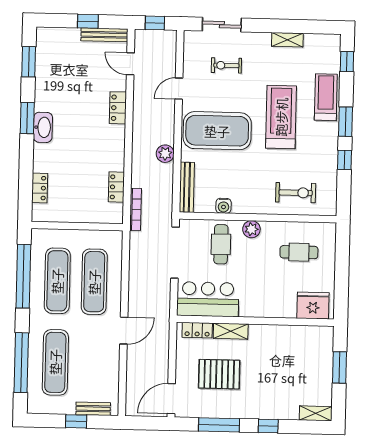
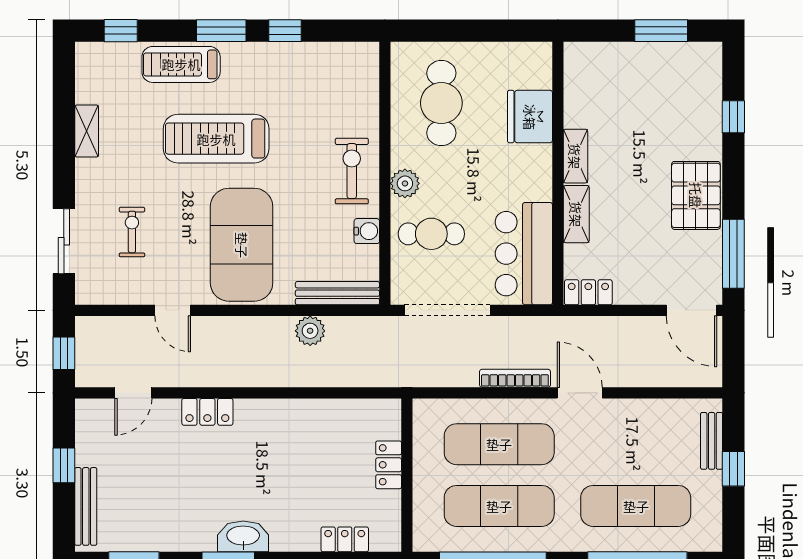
bench: (104, 35) -> (86, 506), moved
exercise bike: (226, 65) -> (132, 232), turned 180
plant: (165, 154) -> (310, 331), moved
locker: (116, 187) -> (389, 465), moved, turned 90
exercise bike: (296, 193) -> (352, 171), moved
bookcase: (135, 209) -> (515, 378), moved
cafe table: (299, 252) -> (441, 103), width x1.37, depth x1.35
fridge: (313, 306) -> (530, 117), moved
locker: (197, 330) -> (588, 292), moved, turned -90
window: (339, 367) -> (661, 31), moved
pallet: (219, 374) -> (696, 195), moved
shelving: (316, 413) -> (575, 156), moved
window: (219, 425) -> (733, 254), moved
window: (268, 426) -> (733, 117), moved

